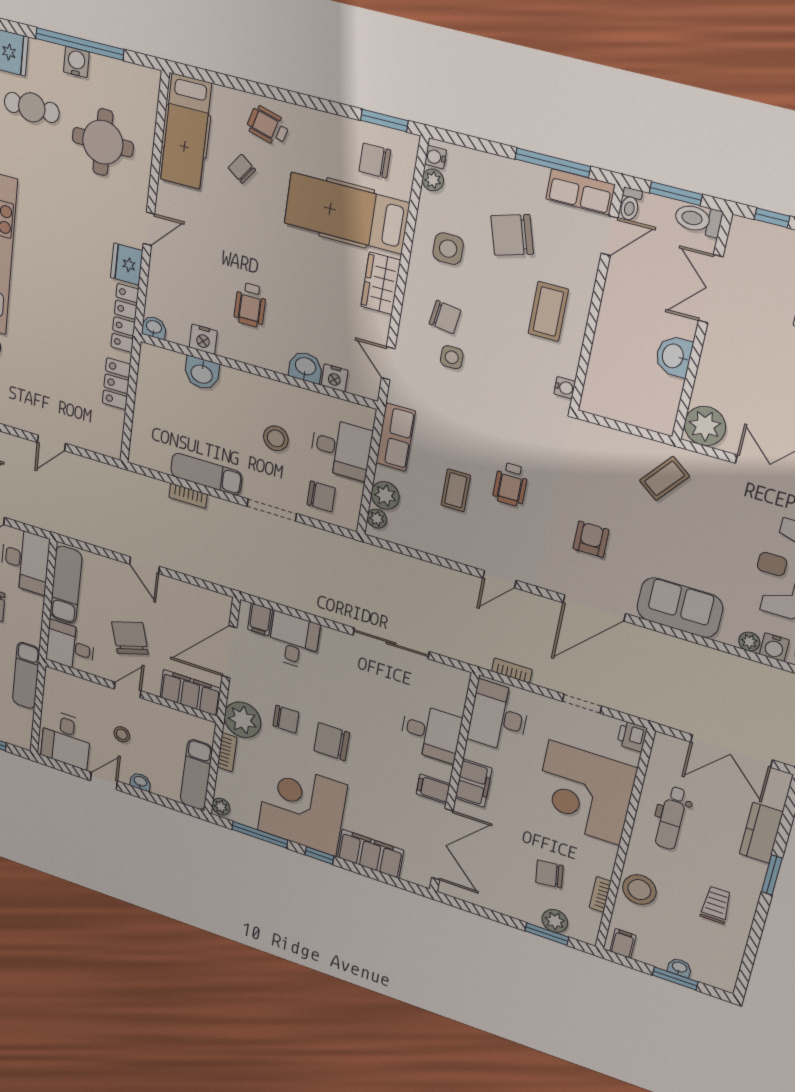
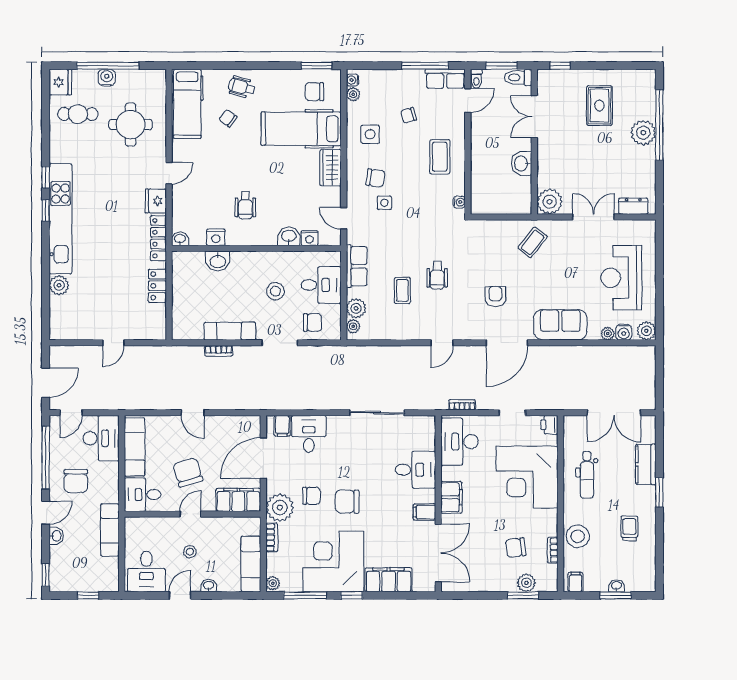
chair: (512, 235) -> (409, 115), width x0.54, depth x0.54

